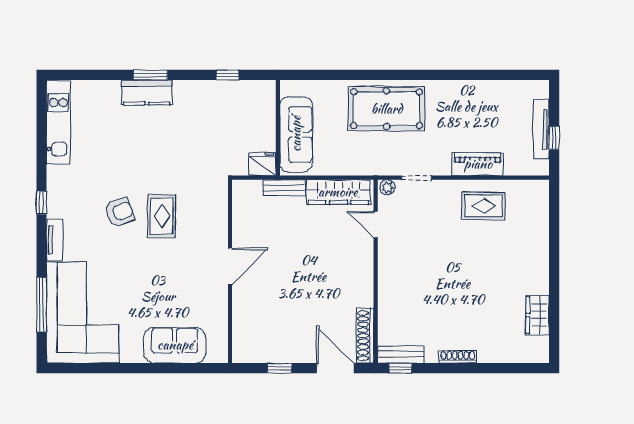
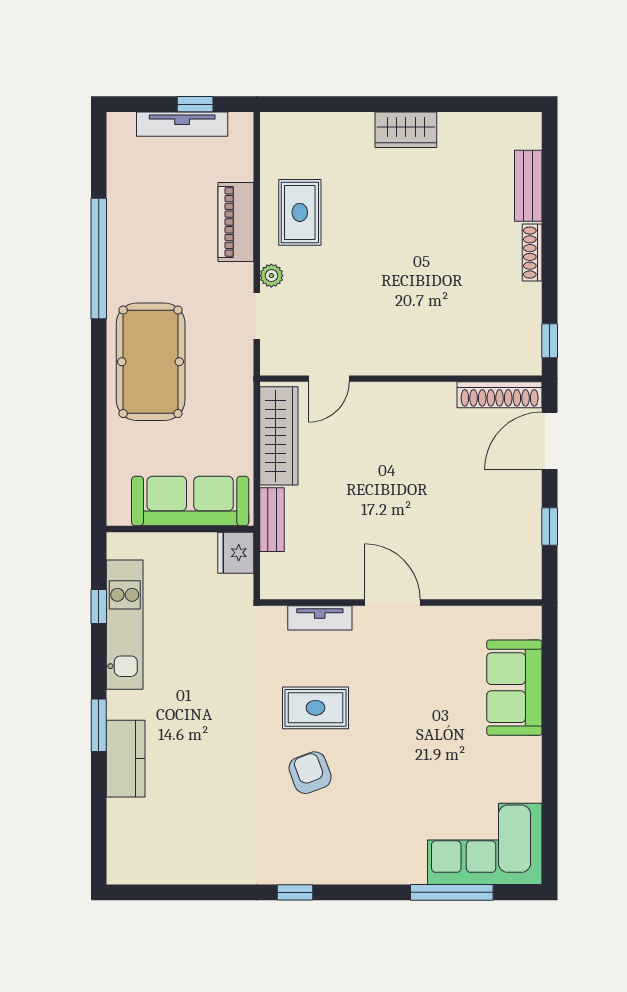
window: (454, 75) -> (99, 258), added
kitchen counter: (147, 93) -> (126, 759), moved
kitchen unit: (58, 122) -> (125, 625), moved, turned 90
plant: (387, 187) -> (271, 276), moved
tv unit: (54, 240) -> (320, 618), moved, turned 180
corner sofa: (83, 313) -> (485, 844), width x0.73, depth x0.74
wardrobe: (538, 315) -> (406, 130), moved
bench: (401, 354) -> (528, 186), moved

